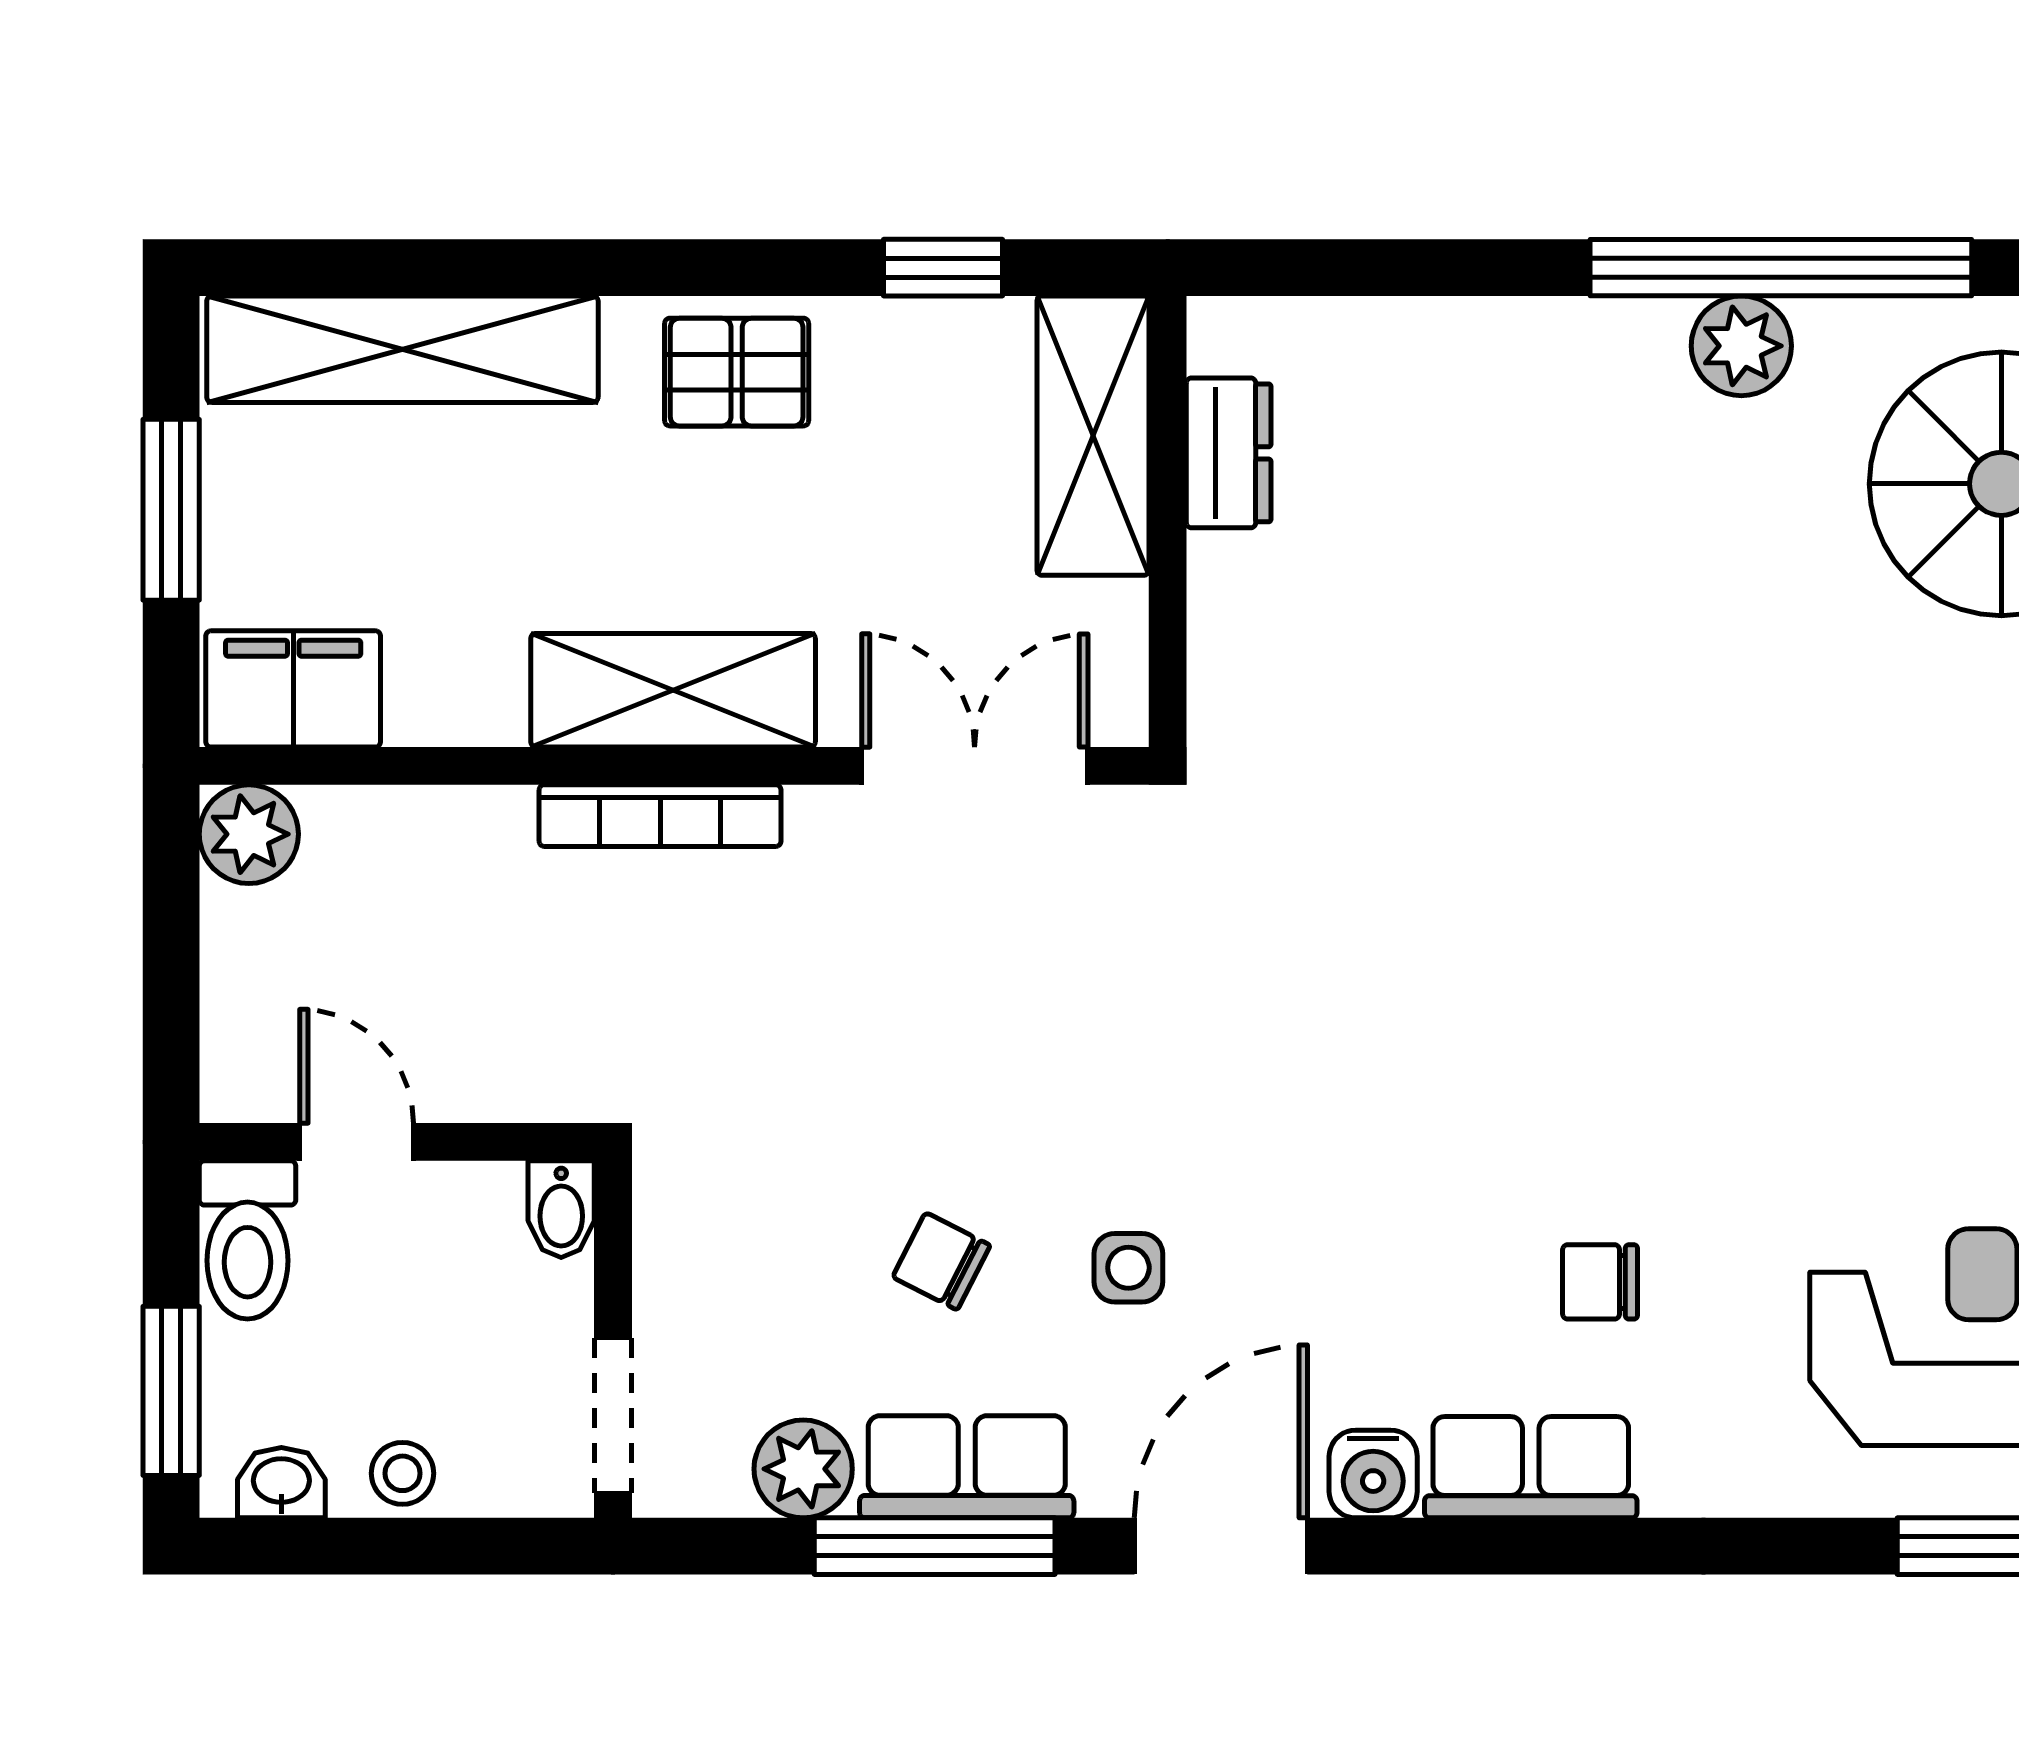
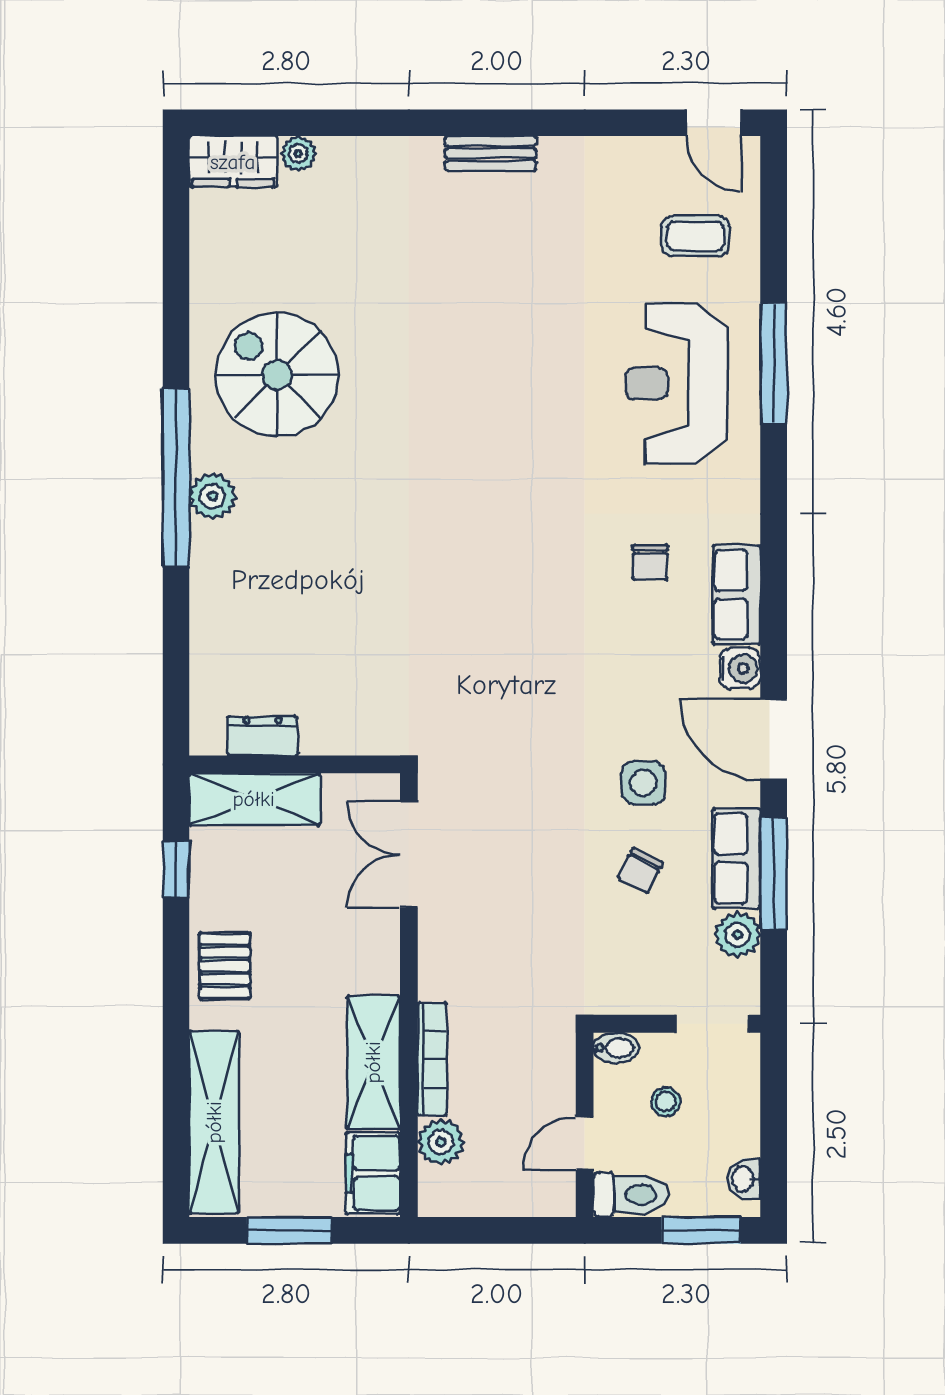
shelving: (673, 690) -> (373, 1062), moved
bookcase: (660, 816) -> (432, 1059), moved
plant: (249, 834) -> (441, 1142), moved
side table: (1128, 1268) -> (643, 783), width x1.37, depth x1.37
stool: (403, 1473) -> (666, 1102), moved

